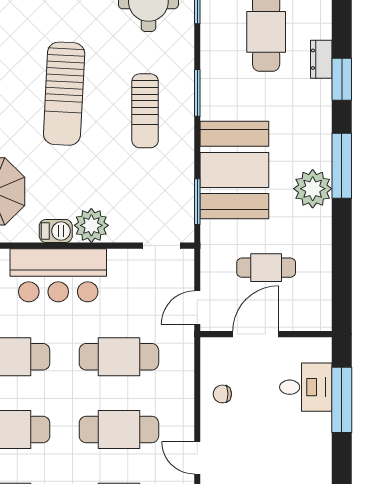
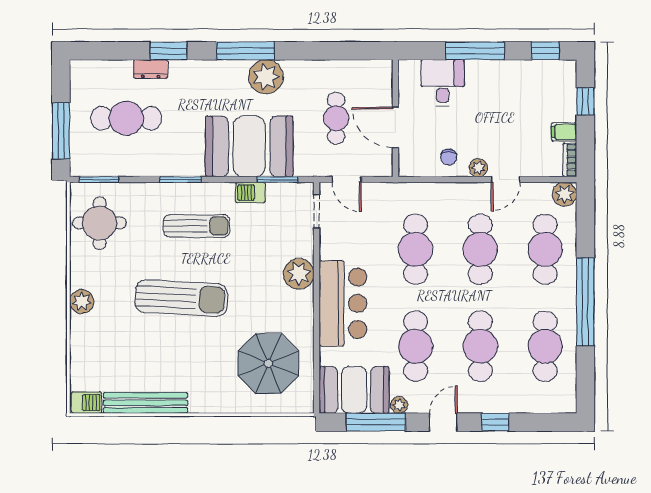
barbecue: (56, 231) -> (250, 193), moved, turned -90
door: (197, 307) -> (347, 180), moved
window: (342, 400) -> (475, 51), moved
plant: (210, 427) -> (478, 168), added

